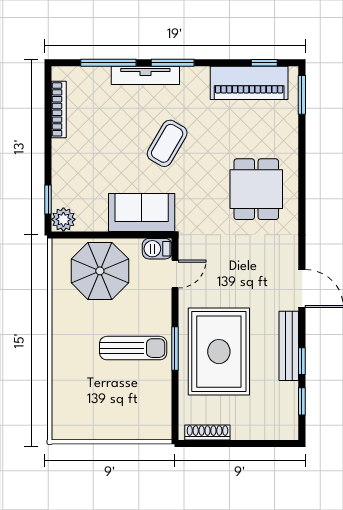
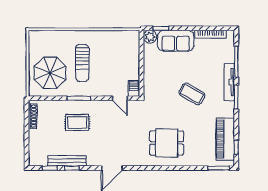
sofa: (142, 212) -> (176, 41), moved, turned 90
parasol: (100, 271) -> (50, 73), moved
bench: (289, 346) -> (67, 161), moved
sun lounger: (133, 348) -> (82, 63), moved
rug: (219, 352) -> (77, 122), width x0.54, depth x0.49

